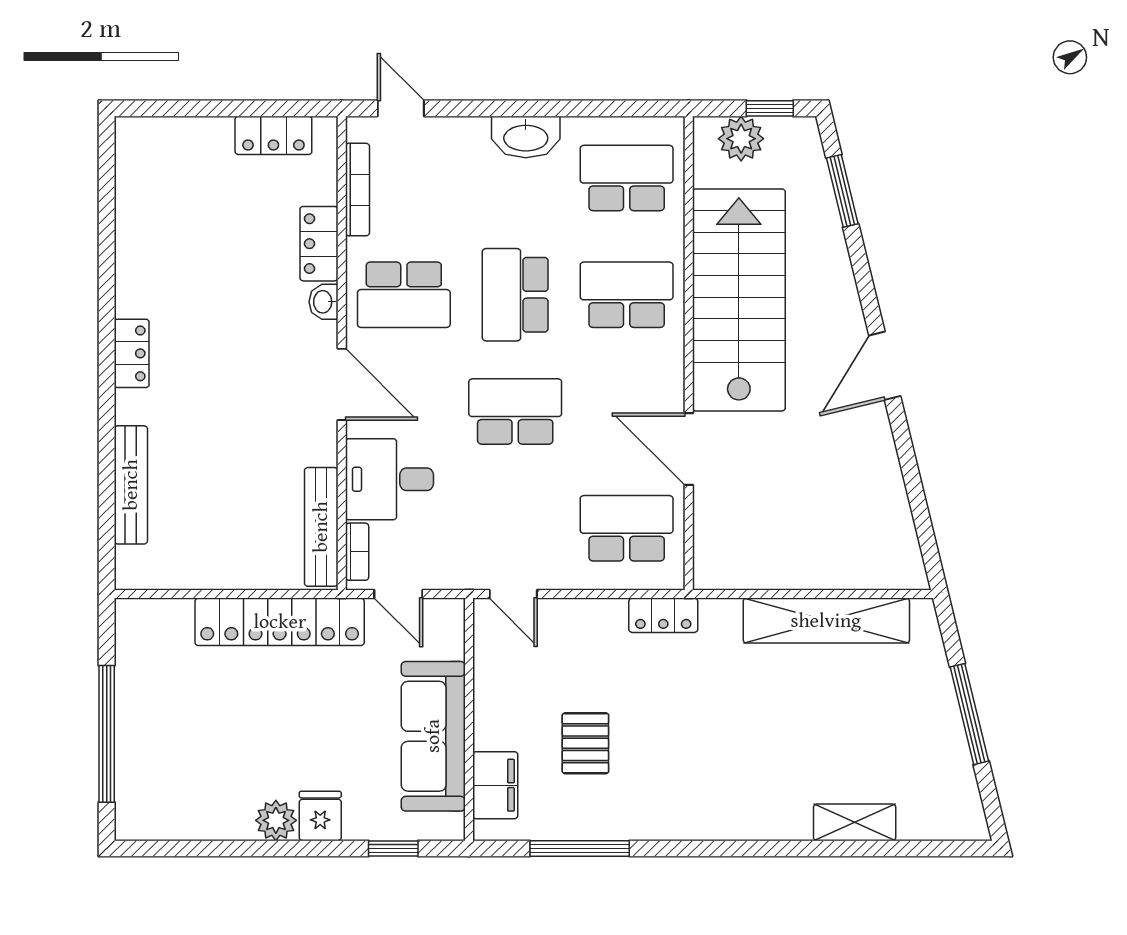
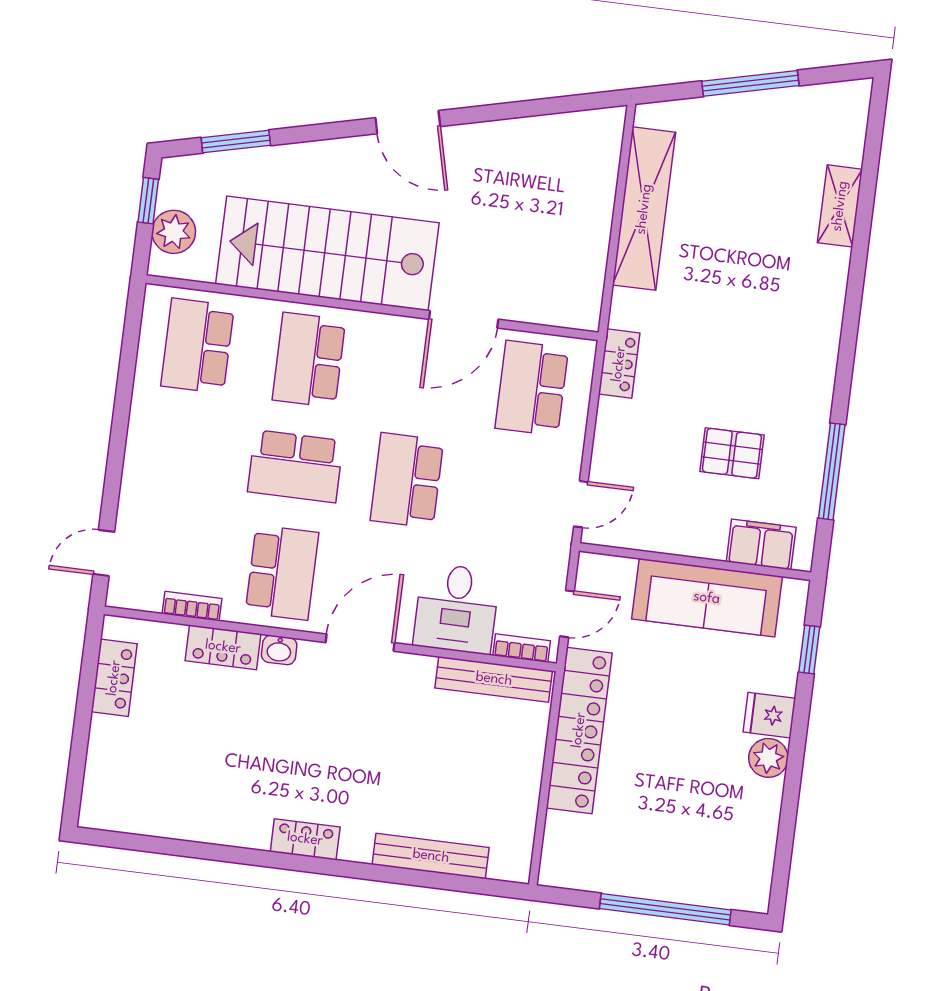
washbasin: (526, 137) -> (146, 437), removed
bookcase: (357, 190) -> (192, 606), width x0.64

